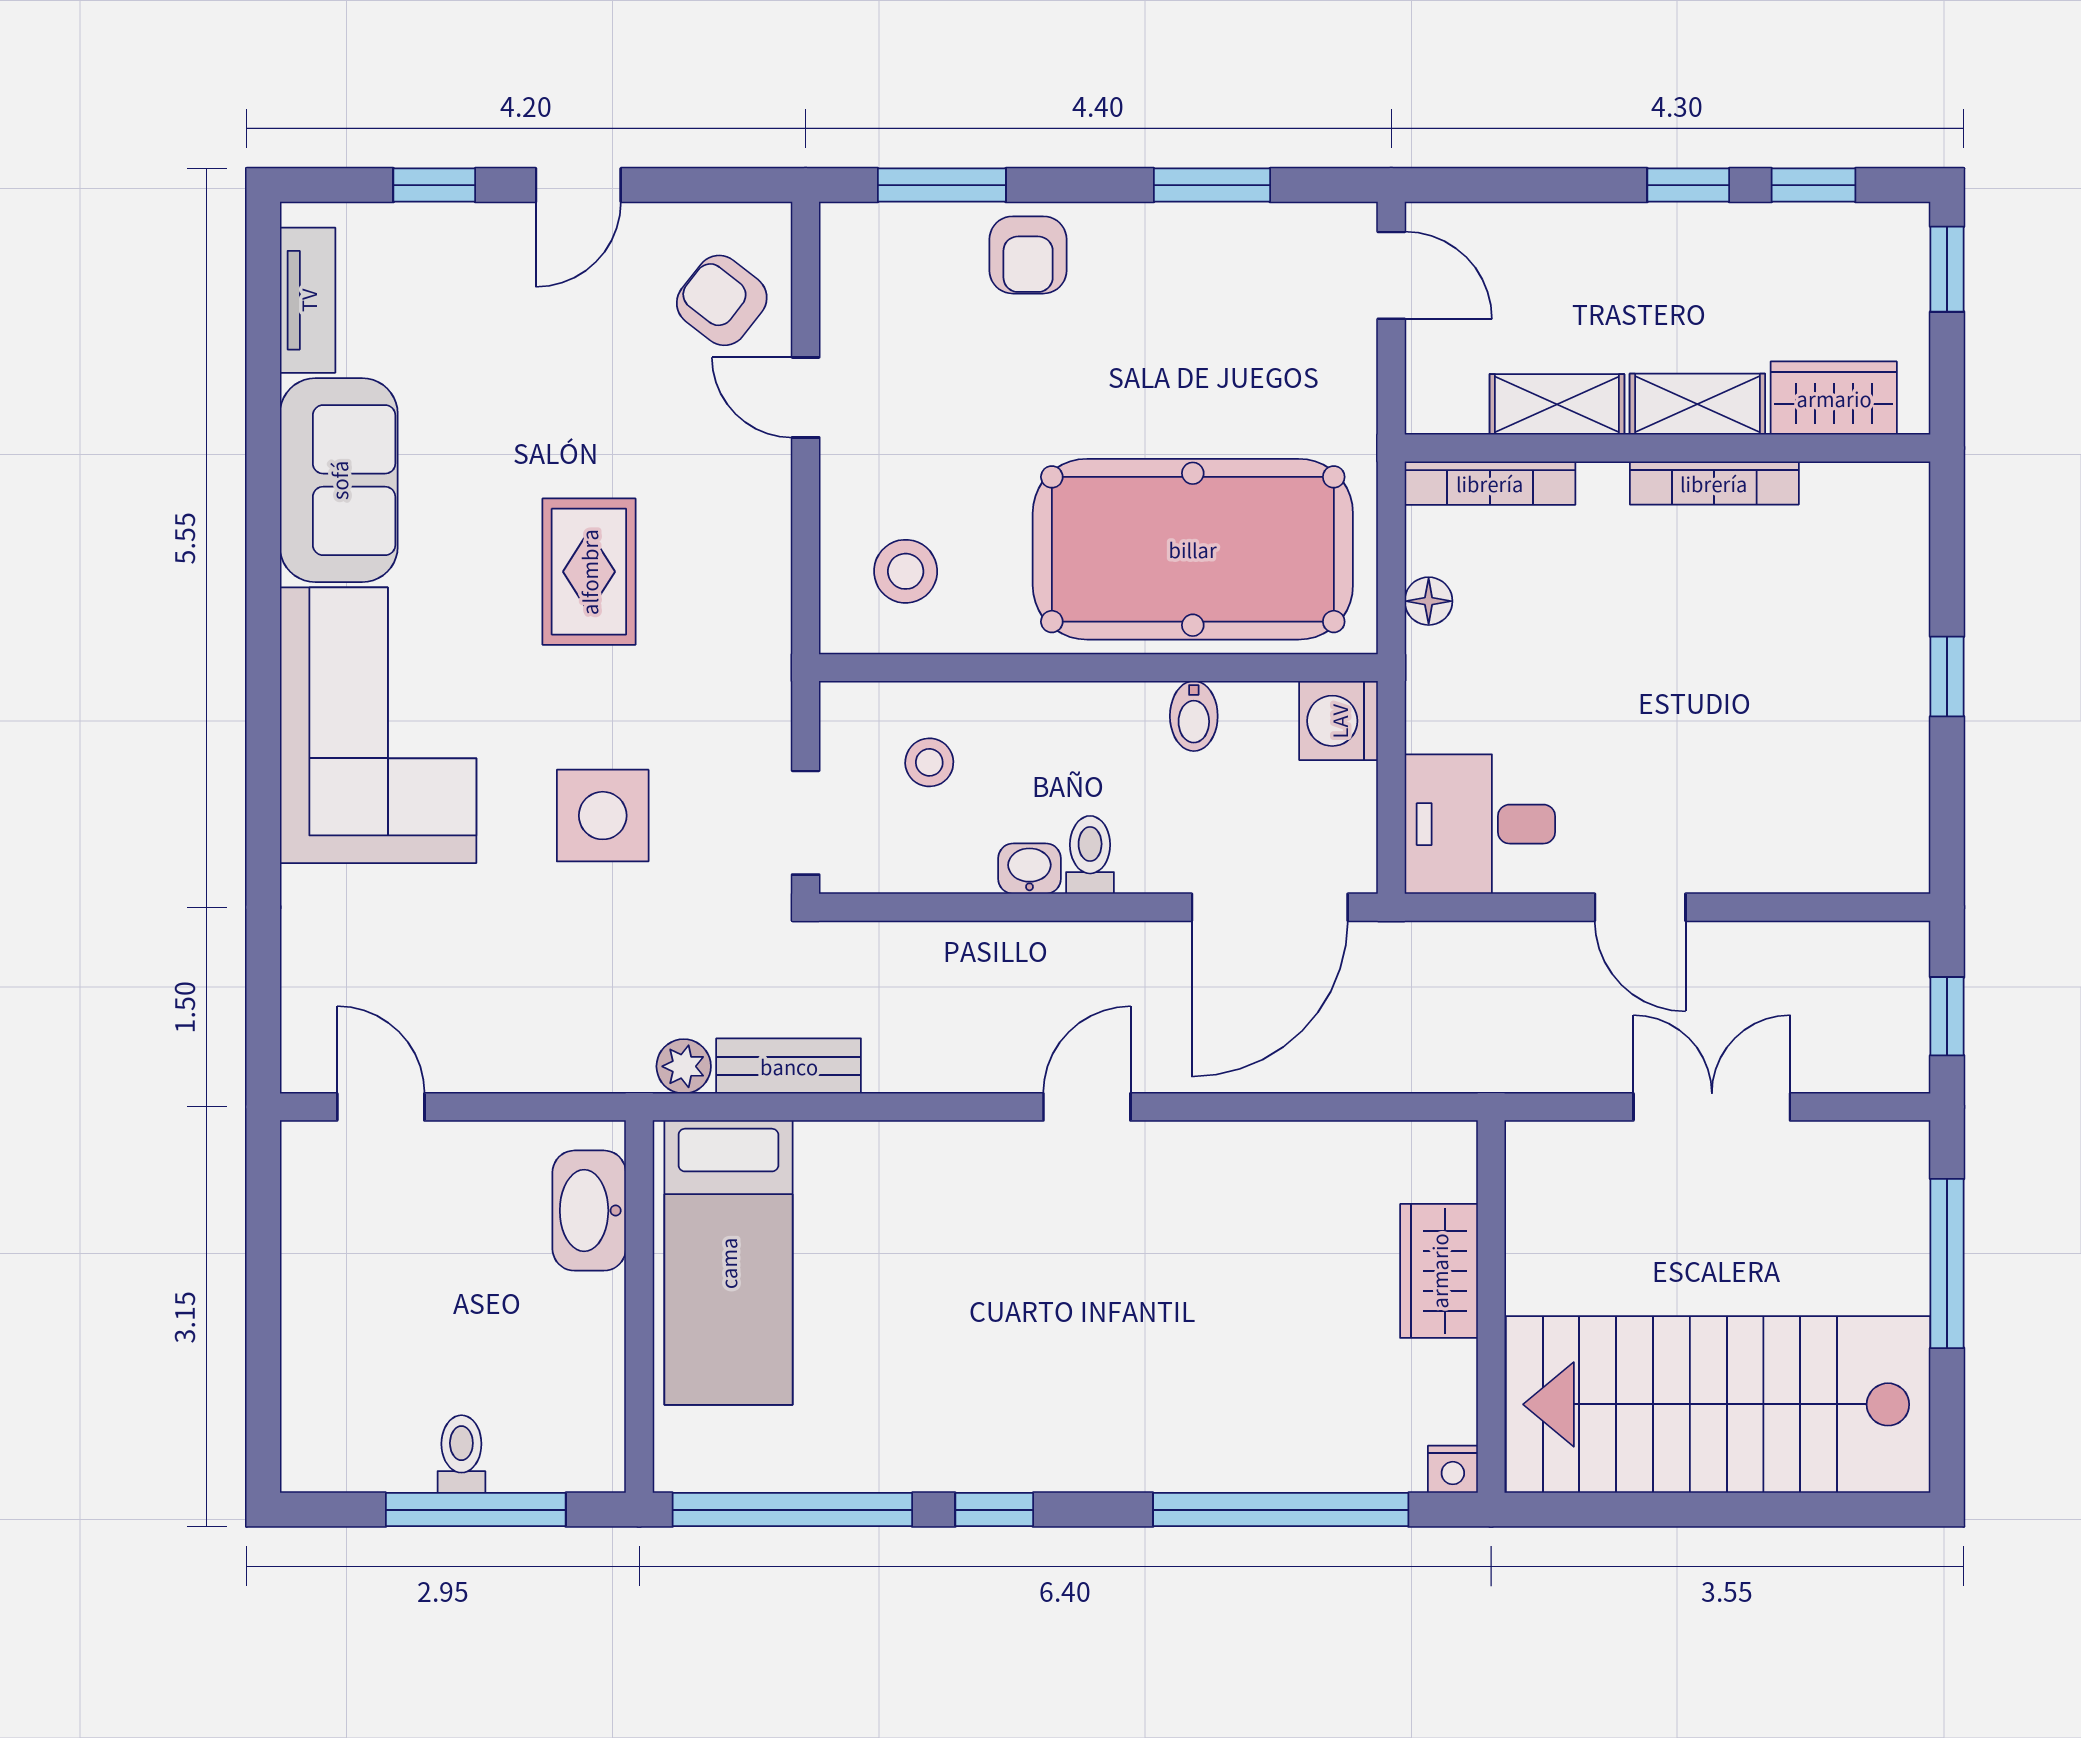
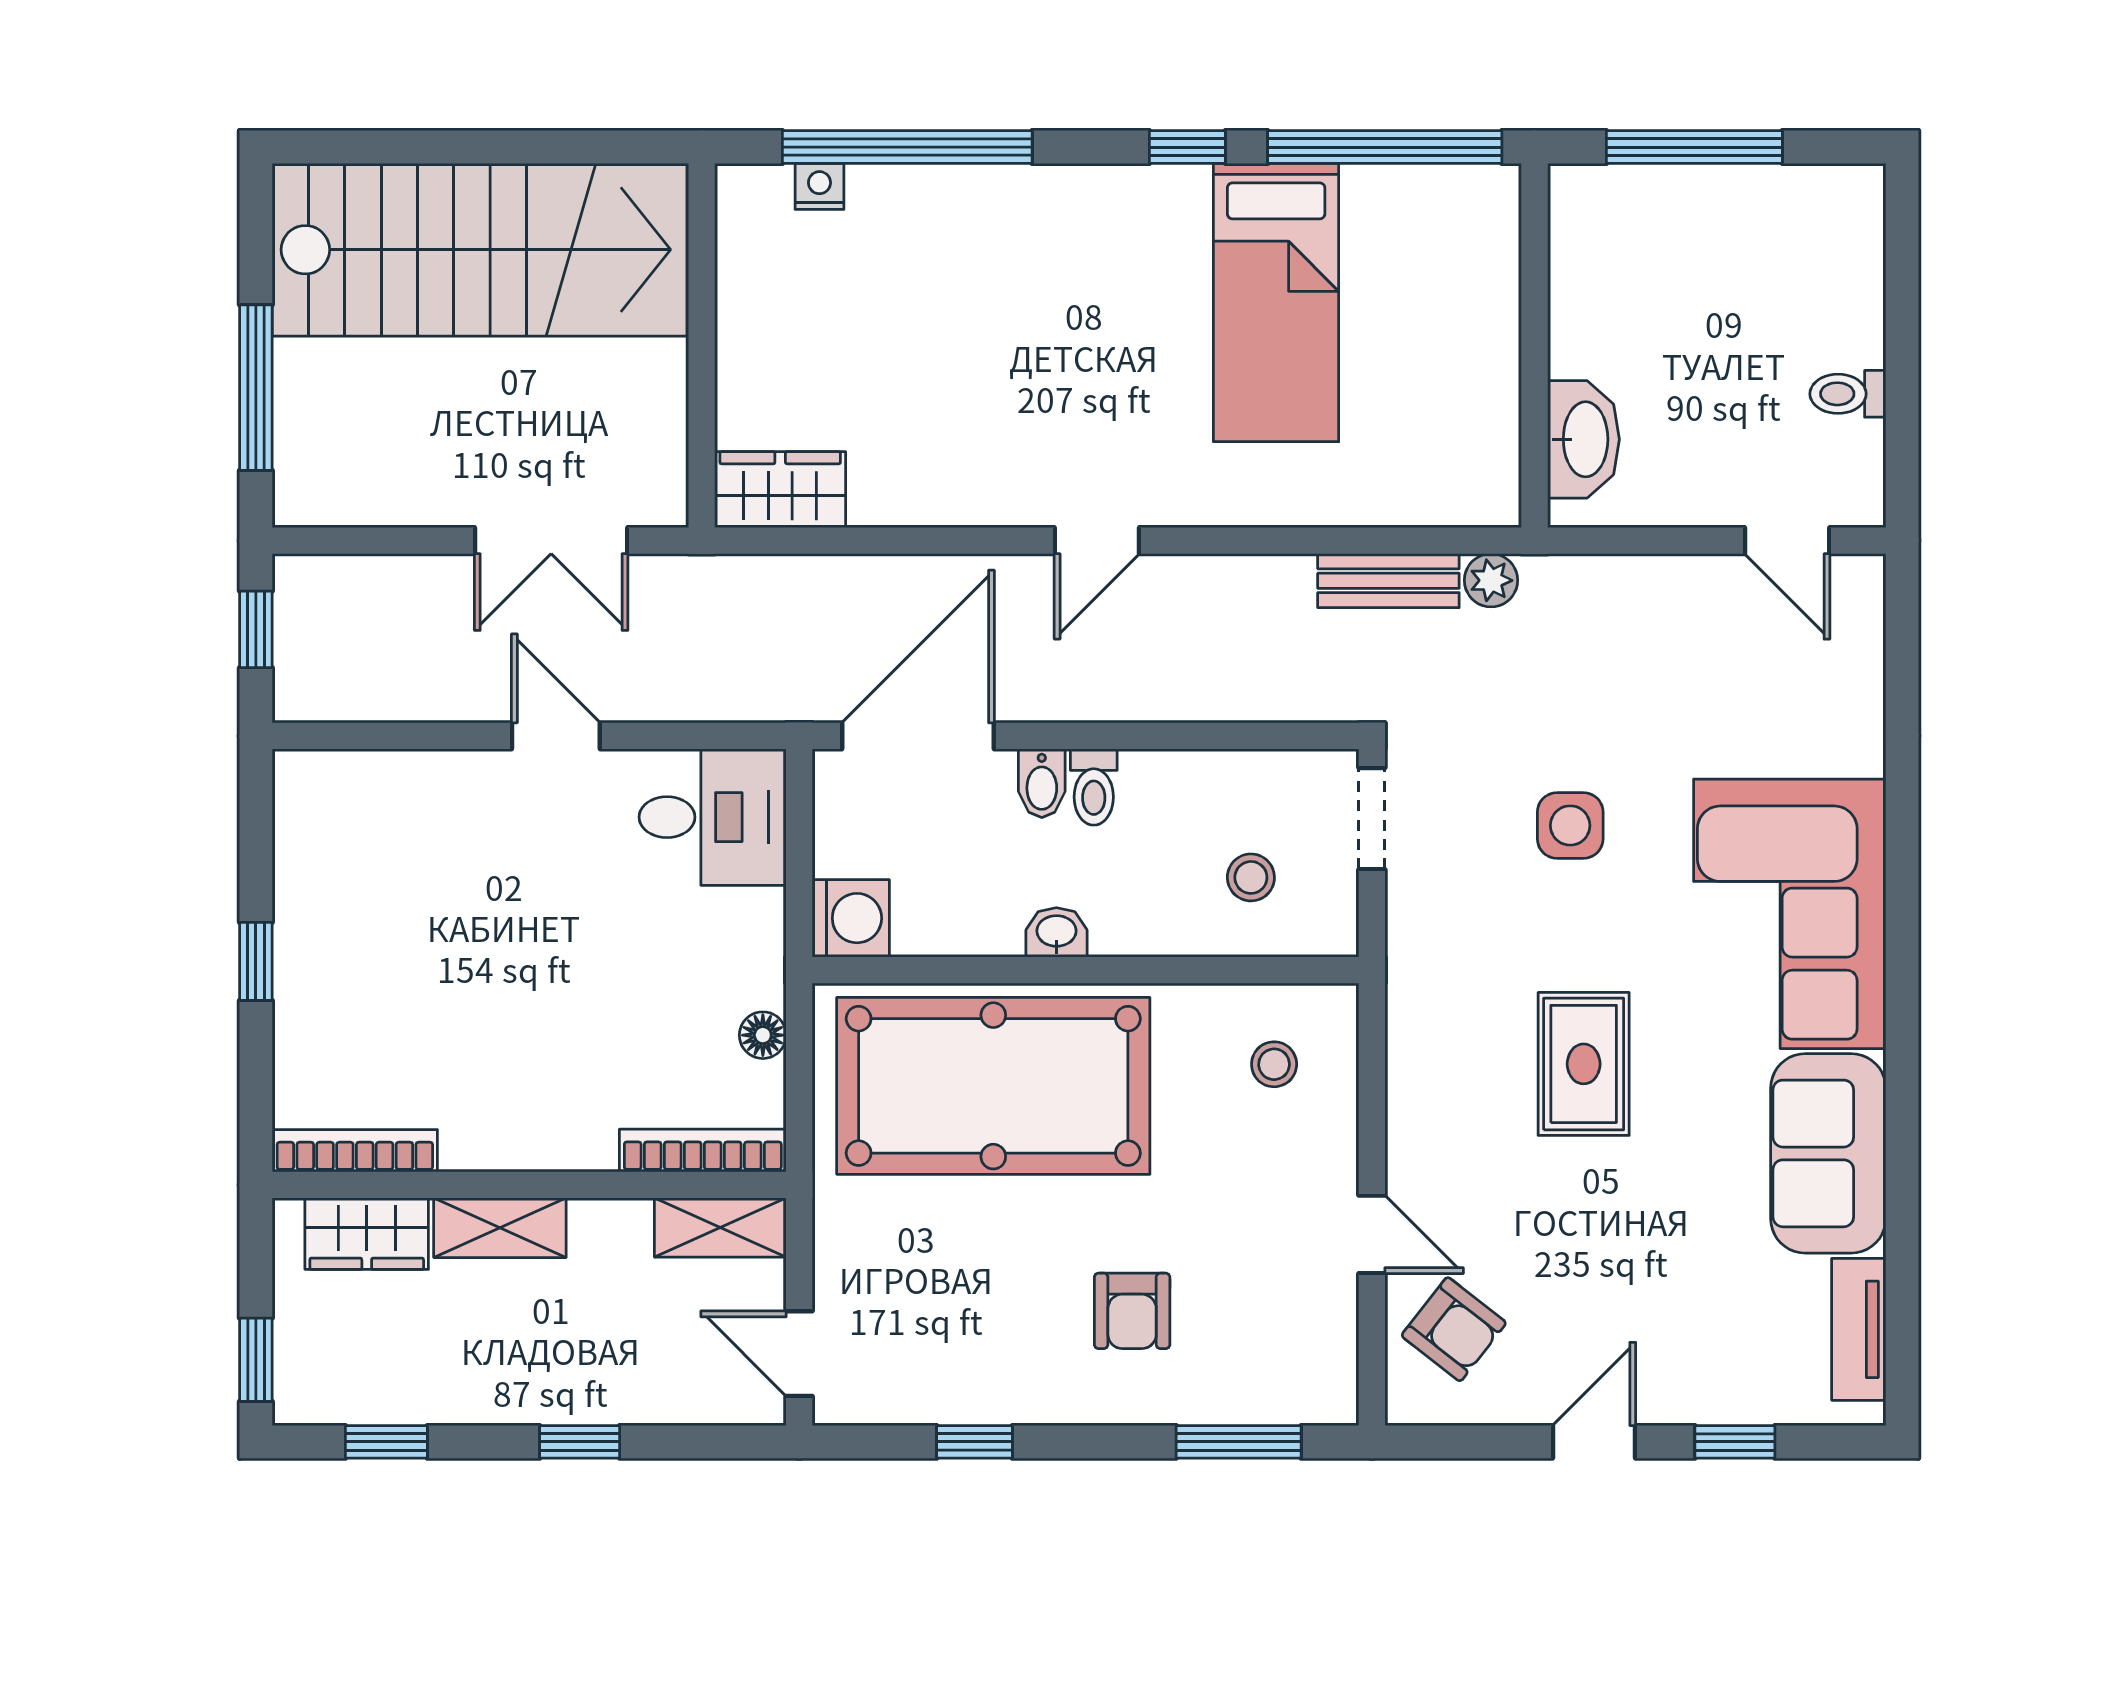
window: (1212, 185) -> (975, 1442), width x0.67
window: (1688, 185) -> (580, 1442), moved
armchair: (1028, 255) -> (1132, 1311), moved, turned 180
shelving: (1557, 404) -> (720, 1228), moved
bookcase: (1714, 483) -> (355, 1151), moved
stool: (906, 571) -> (1274, 1064), width x0.73, depth x0.73
bidet: (1194, 716) -> (1042, 783), moved, turned 180
side table: (603, 816) -> (1570, 825), width x0.73, depth x0.73
washbasin: (1029, 869) -> (1056, 932), moved, turned 180
double door: (1712, 1107) -> (551, 541), moved
bed: (728, 1263) -> (1276, 302), moved, turned 180
wardrobe: (1439, 1271) -> (780, 490), moved, turned -90
toilet: (461, 1454) -> (1848, 394), moved, turned 90
nightstand: (1453, 1469) -> (819, 186), moved

